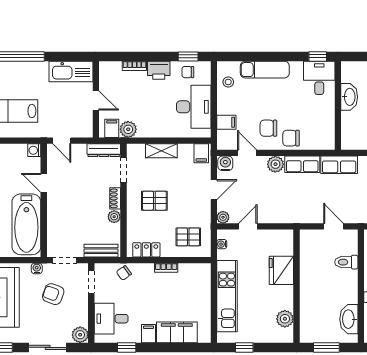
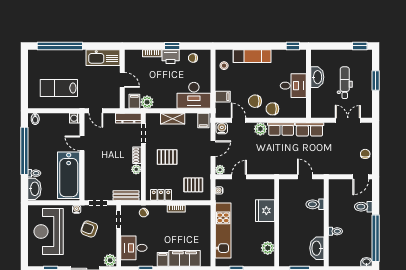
window: (188, 56) -> (172, 46), moved
desk: (319, 78) -> (293, 86), moved, turned 90
desk: (194, 107) -> (194, 95), moved, turned 90

